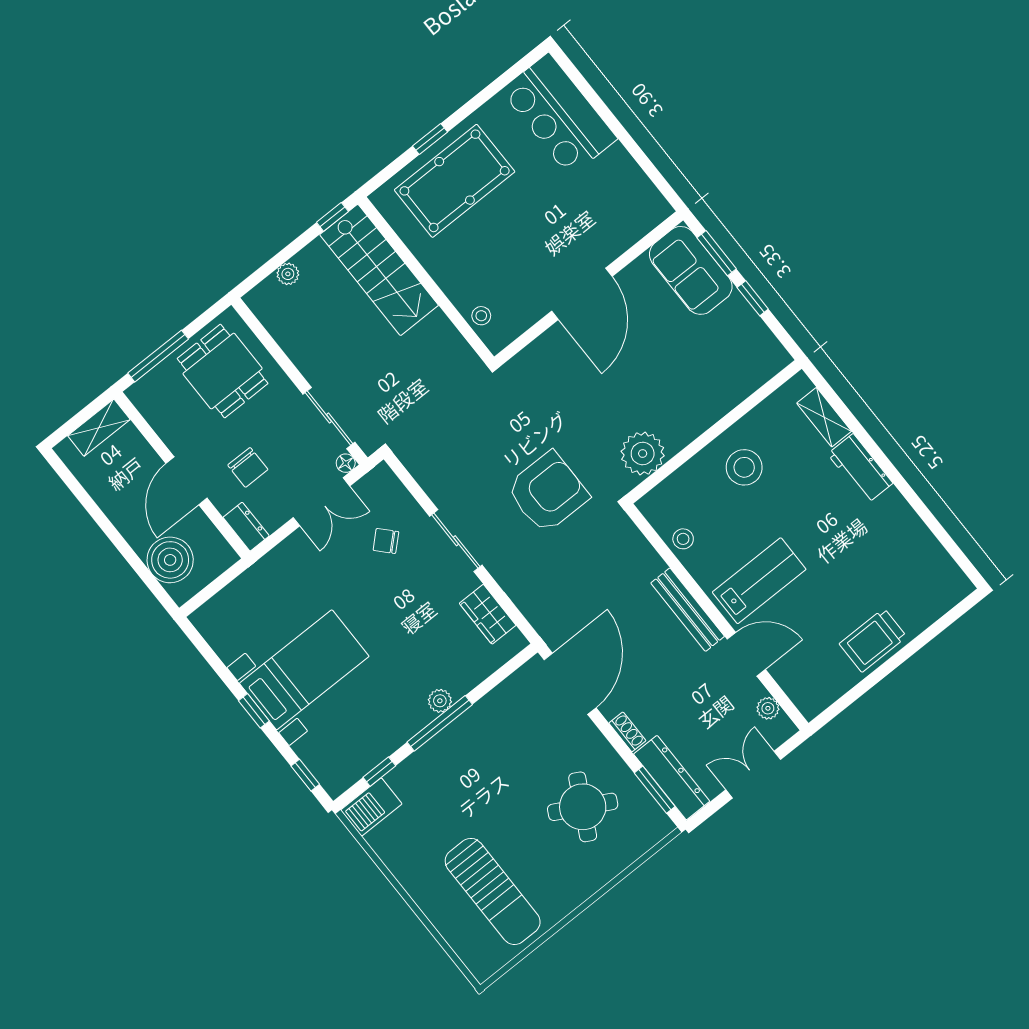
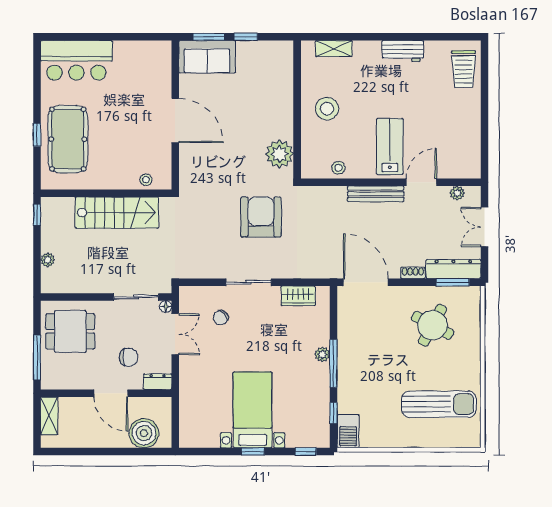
stairs: (379, 270) -> (117, 213), moved
workbench: (860, 469) -> (403, 51), moved
trolley: (873, 640) -> (464, 69), moved

